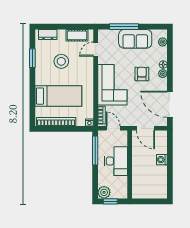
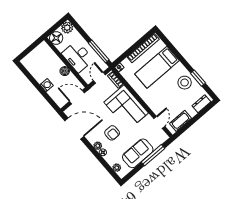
stool: (61, 61) -> (185, 83), moved
door: (113, 128) -> (99, 78), swing flipped
boiler: (137, 158) -> (65, 71), added
floor lamp: (120, 192) -> (56, 38), added
window: (110, 201) -> (57, 25), removed

